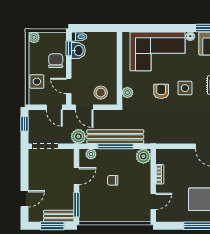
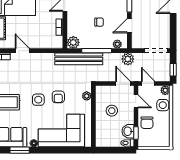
plant: (34, 37) -> (165, 90), moved
stool: (101, 93) -> (112, 111), moved
bench: (115, 137) -> (79, 59), moved

